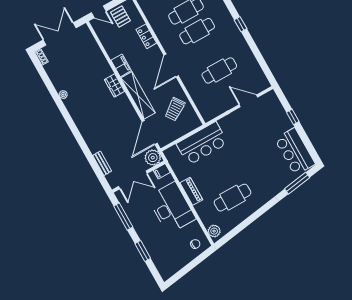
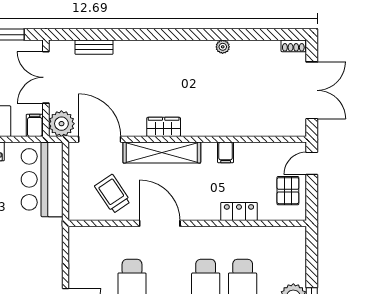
pallet: (120, 16) -> (288, 191), turned 90
filing cabinet: (121, 65) -> (226, 152), width x0.50
door: (171, 65) -> (160, 223), moved
wardrobe: (114, 85) -> (164, 127), moved
bar counter: (202, 143) -> (42, 179), moved

